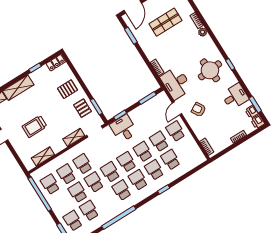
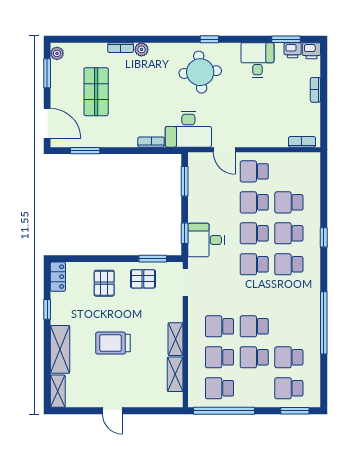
armchair: (199, 109) -> (244, 121), removed
trolley: (34, 126) -> (113, 343), moved, turned 90
shelving: (74, 137) -> (176, 339), moved
school desk: (110, 172) -> (254, 295), removed
school desk: (122, 190) -> (289, 295), removed

